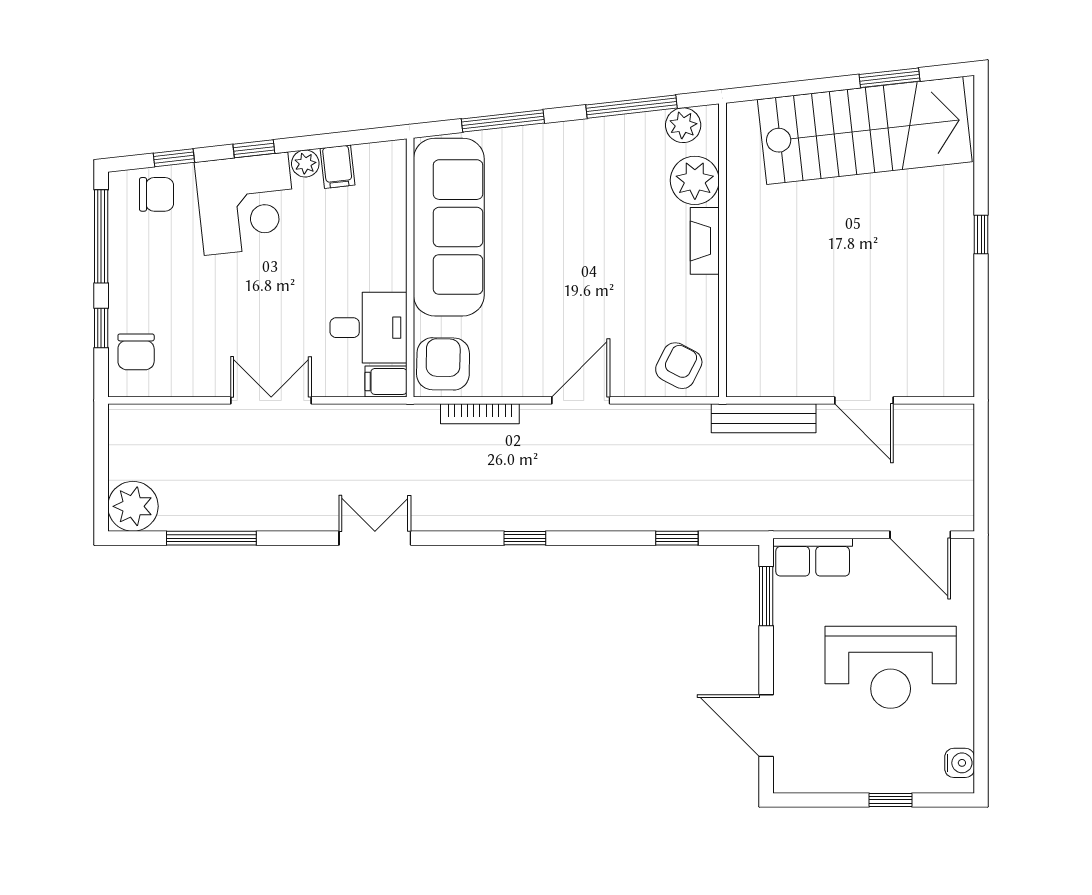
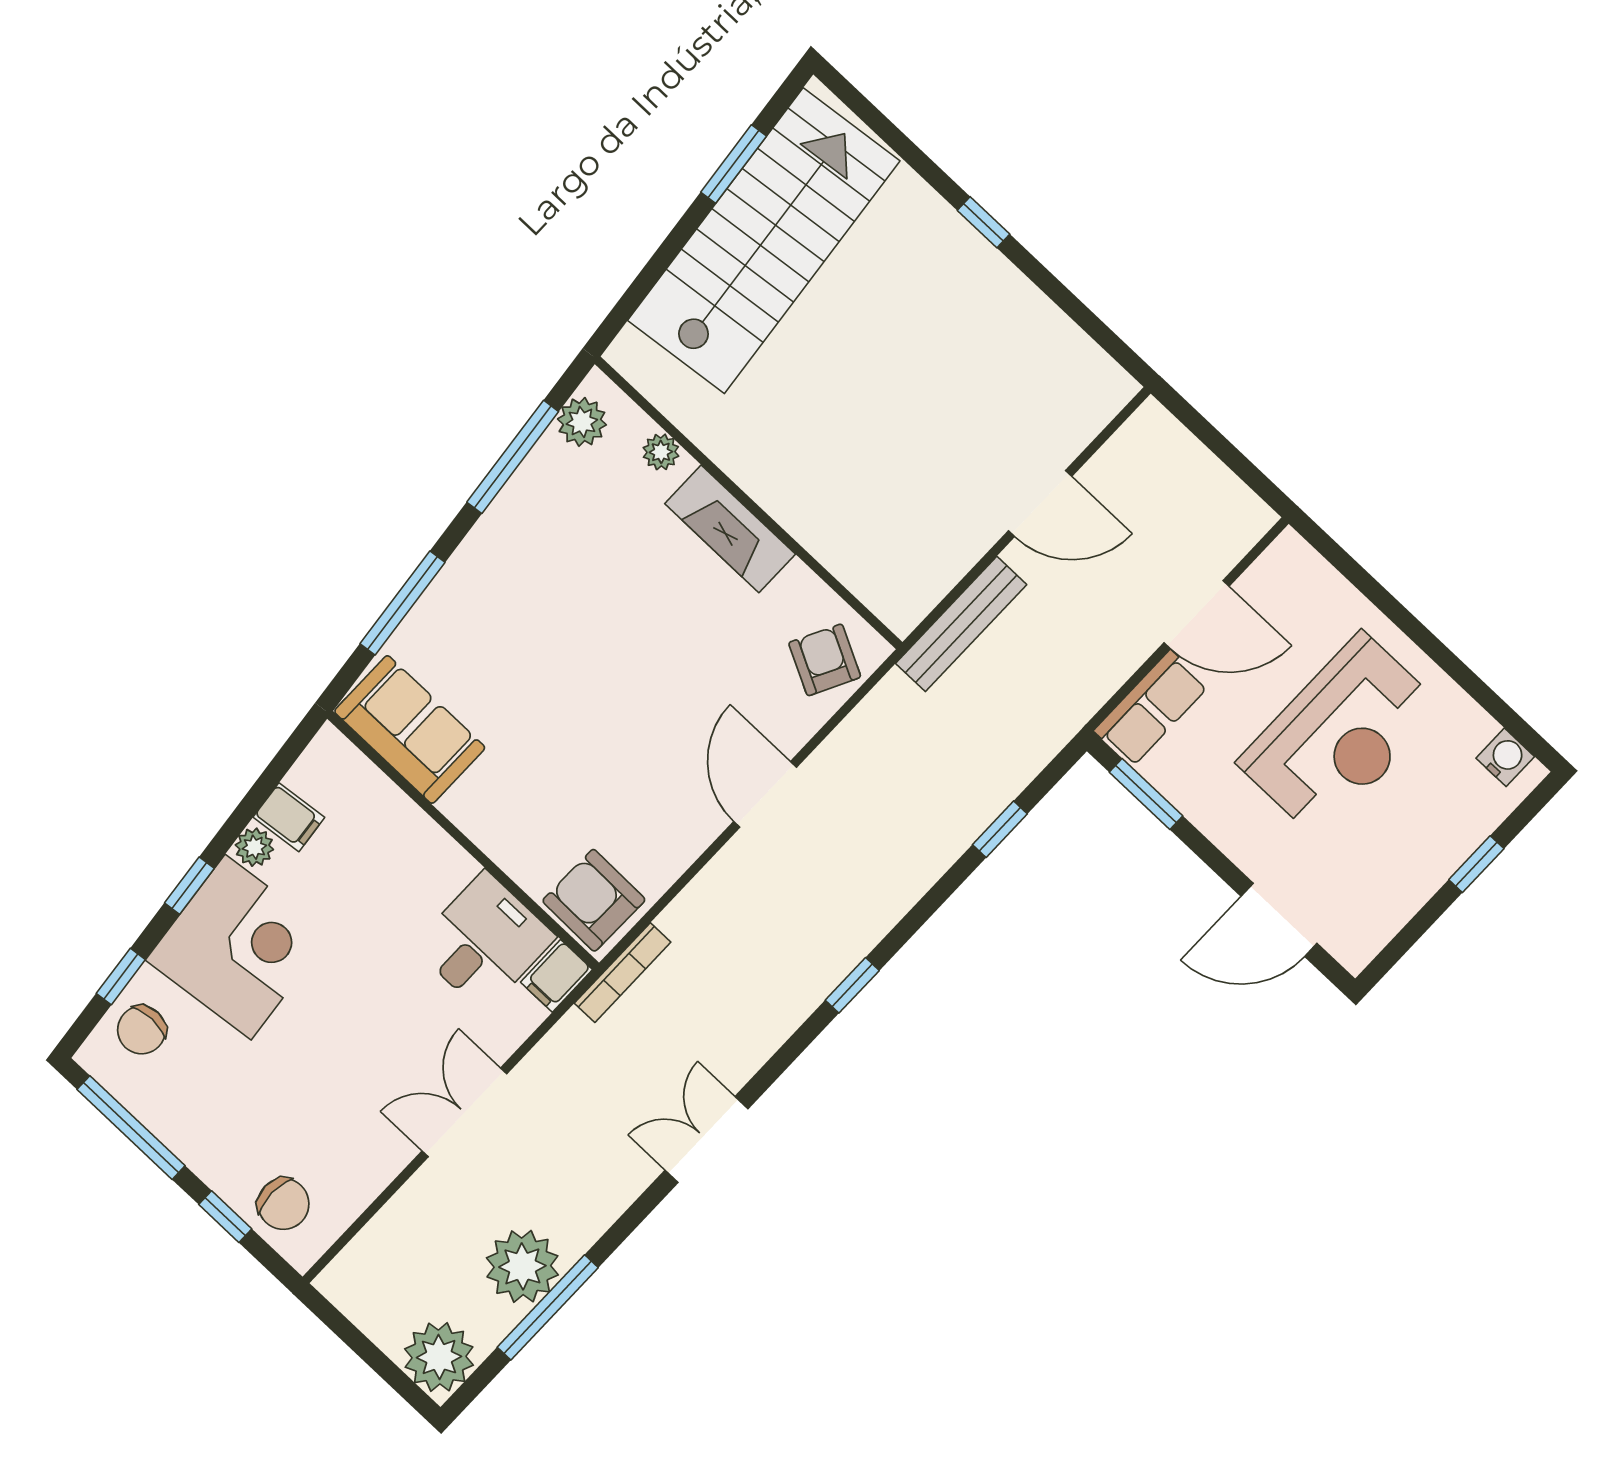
plant: (695, 180) -> (661, 452), width x0.53, depth x0.53
chair: (157, 194) -> (142, 1030), turned 180
sofa: (449, 227) -> (410, 729), width x0.54, depth x0.79
fireplace: (705, 241) -> (730, 529), width x1.37, depth x1.32
bookcase: (480, 414) -> (623, 973), moved
plant: (220, 505) -> (522, 1266), added
door: (920, 535) -> (1196, 614), moved

